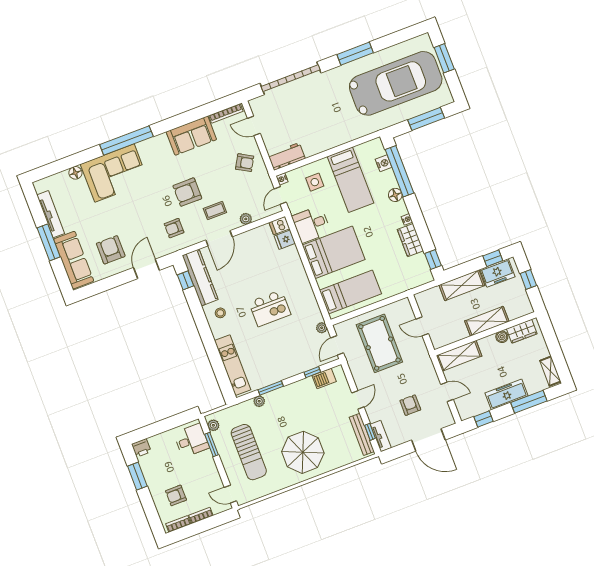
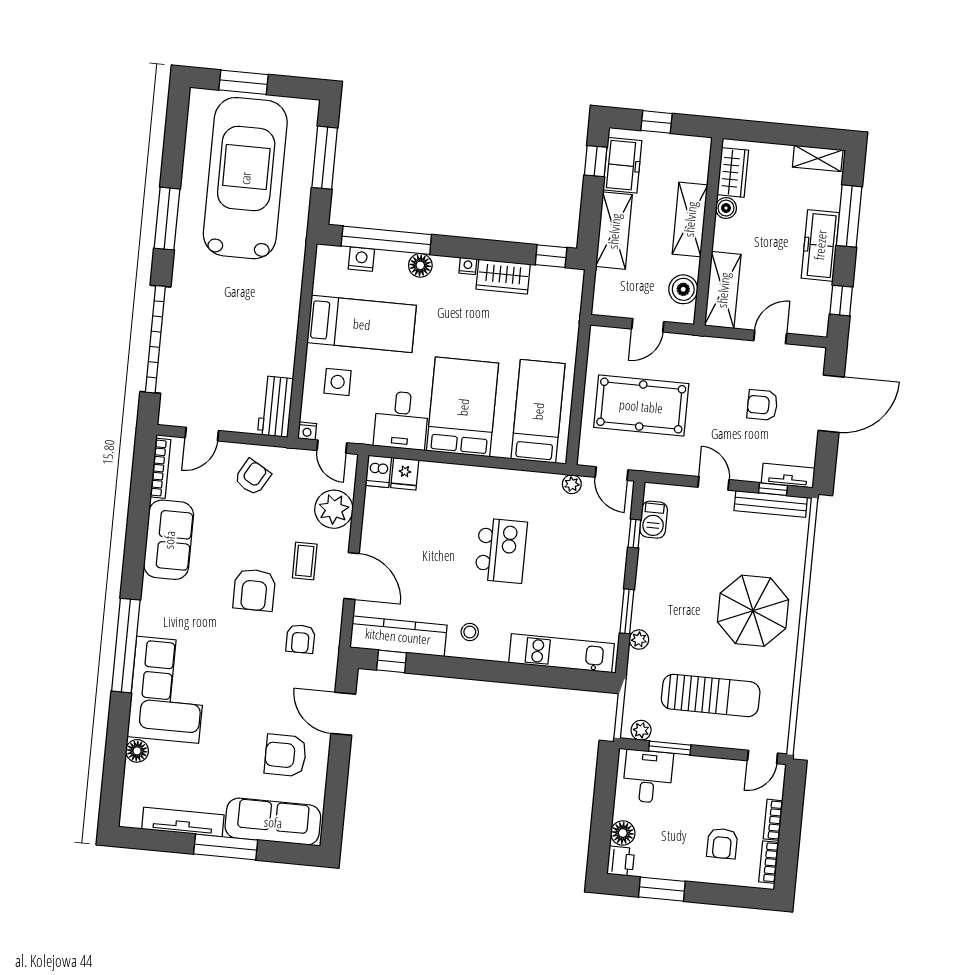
plant: (246, 219) -> (334, 509), width x1.88, depth x1.88
boiler: (449, 335) -> (683, 289), added
floor lamp: (156, 442) -> (623, 833), added

